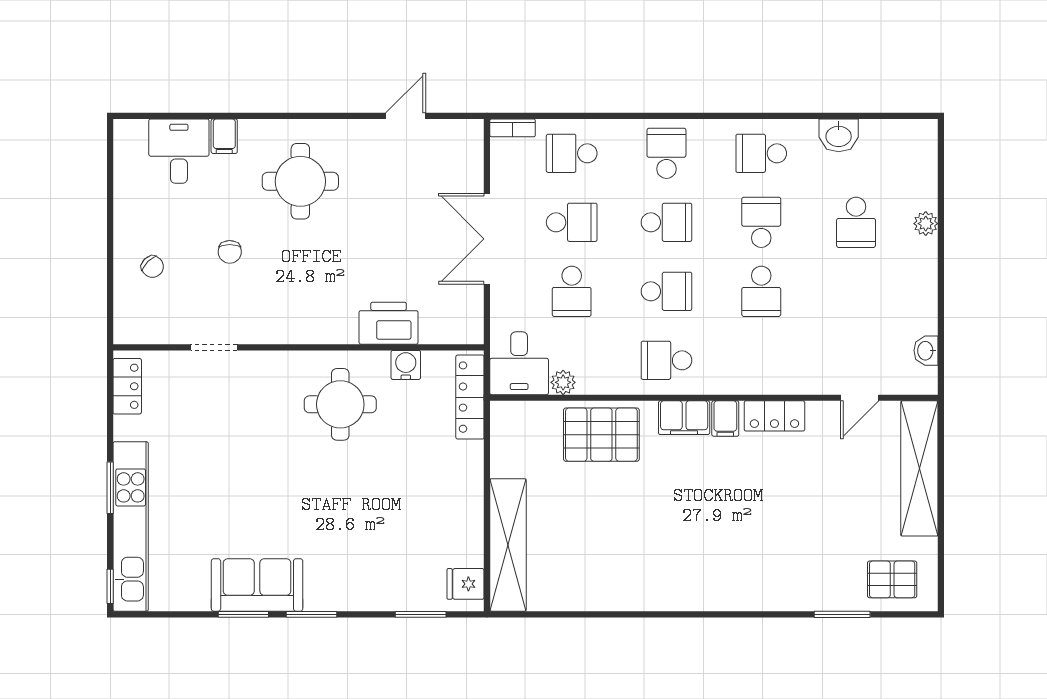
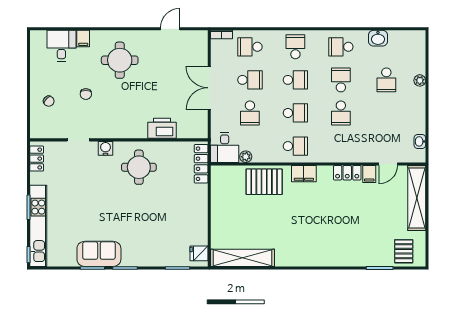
school desk: (666, 360) -> (295, 146), turned 180
water cooler: (406, 365) -> (106, 148), moved
filing cabinet: (725, 419) -> (369, 174), moved
shelving: (508, 545) -> (242, 258), moved, turned 90
pallet: (892, 579) -> (404, 251), turned 90

